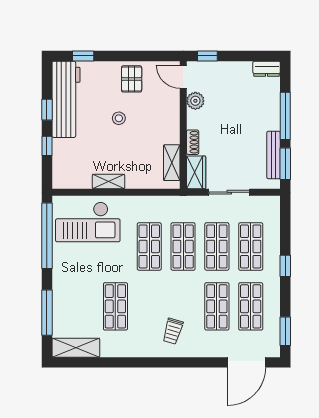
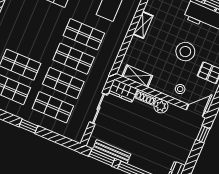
plant: (195, 101) -> (161, 106), moved
stool: (166, 106) -> (180, 89), added
stool: (119, 118) -> (185, 52), width x1.89, depth x1.89
trolley: (173, 331) -> (16, 25), removed

